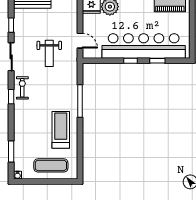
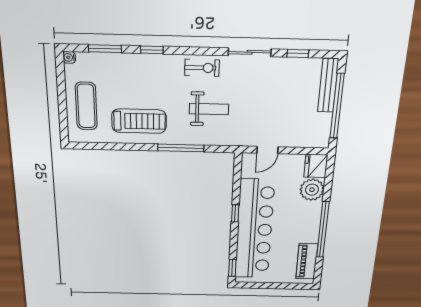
weight bench: (49, 53) -> (209, 109), moved, turned 180
window: (157, 61) -> (232, 268), moved
window: (11, 97) -> (152, 50), moved

